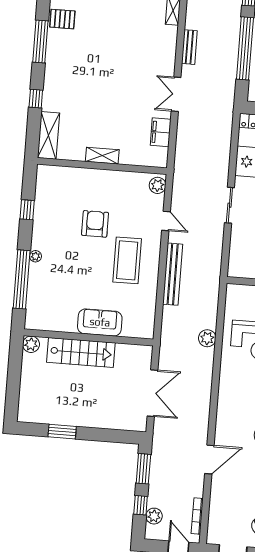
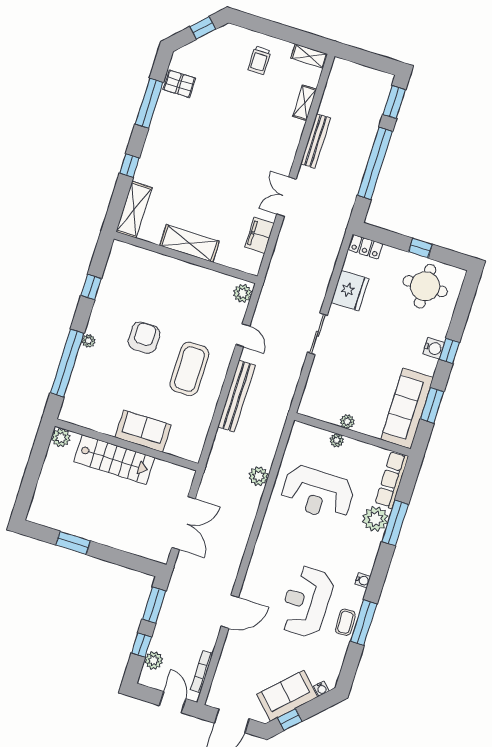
bench: (189, 47) -> (316, 141), width x1.36
shelving: (102, 156) -> (190, 243), width x1.50, depth x1.33
armchair: (95, 224) -> (144, 338), moved

